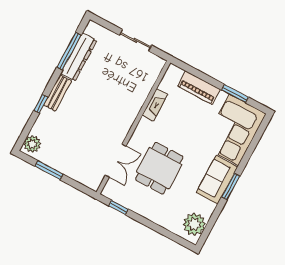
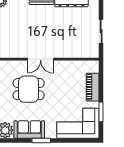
fireplace: (155, 105) -> (67, 65), removed
double door: (116, 161) -> (41, 59), moved
sofa: (217, 180) -> (29, 129), moved

